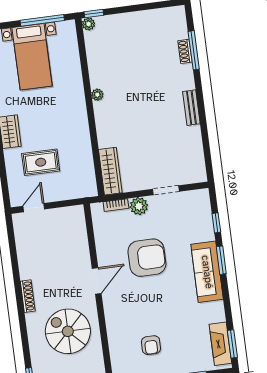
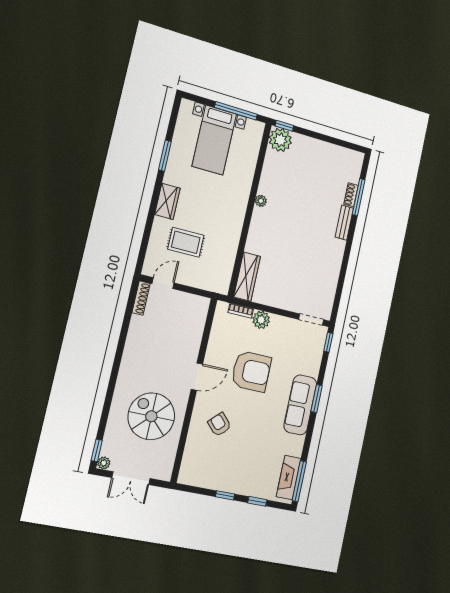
plant: (89, 24) -> (280, 140), width x1.87, depth x1.87
bench: (191, 108) -> (344, 223), moved
doorway: (166, 190) -> (311, 320), moved
window: (216, 223) -> (328, 342), moved
shoe rack: (28, 296) -> (141, 298), moved
window: (232, 344) -> (299, 481), width x1.44
armchair: (151, 345) -> (219, 425), moved, turned 136

